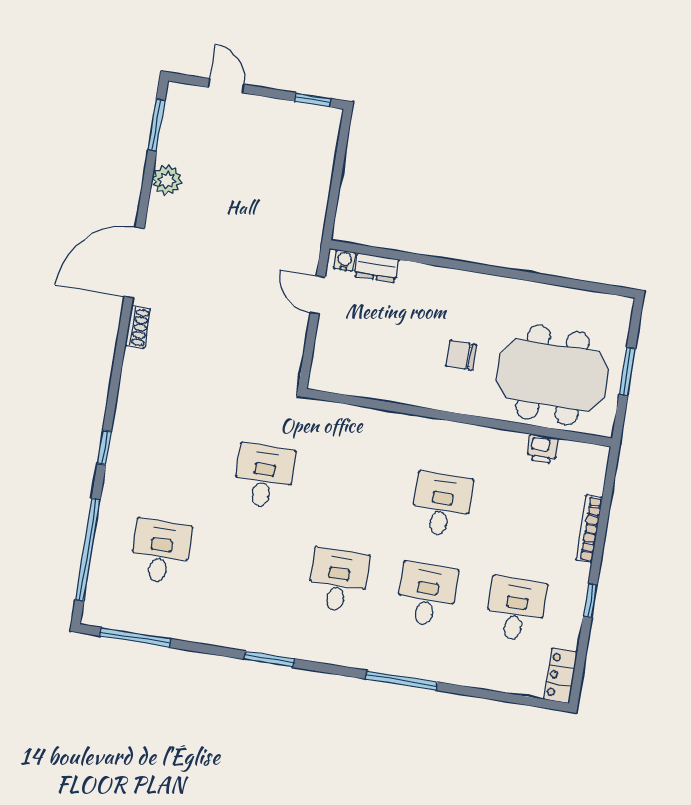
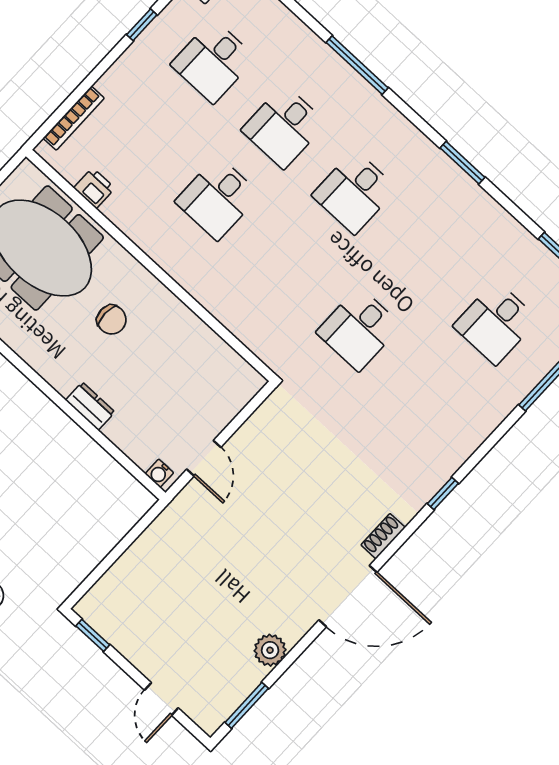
dresser: (376, 268) -> (90, 406), moved
window: (104, 447) -> (443, 494), moved
bookcase: (589, 529) -> (74, 118), moved

